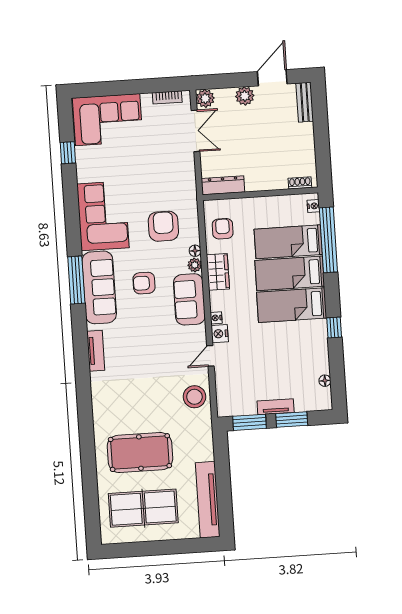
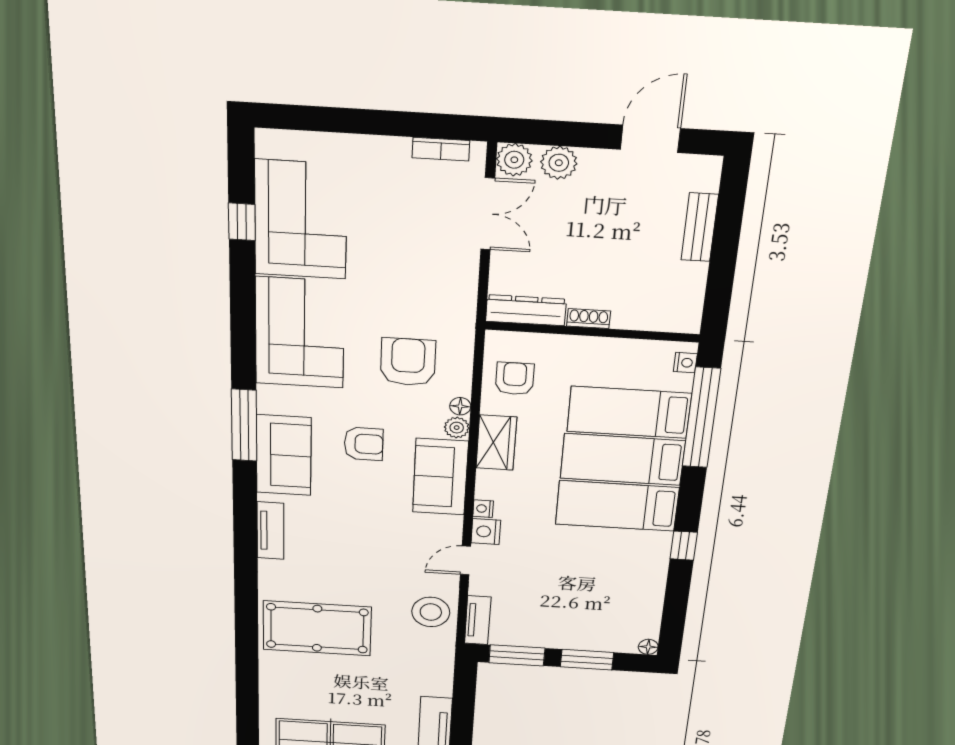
plant: (245, 96) -> (559, 163), moved
bench: (305, 102) -> (700, 227), moved
corner sofa: (108, 120) -> (301, 220), moved, turned -90
shoe rack: (300, 183) -> (589, 319), moved
armchair: (144, 283) -> (364, 444), turned 180
sofa: (99, 287) -> (284, 455), width x0.73
floor lamp: (325, 381) -> (648, 647), moved
tv unit: (276, 407) -> (478, 620), moved, turned 90
pool table: (140, 453) -> (317, 628), moved

